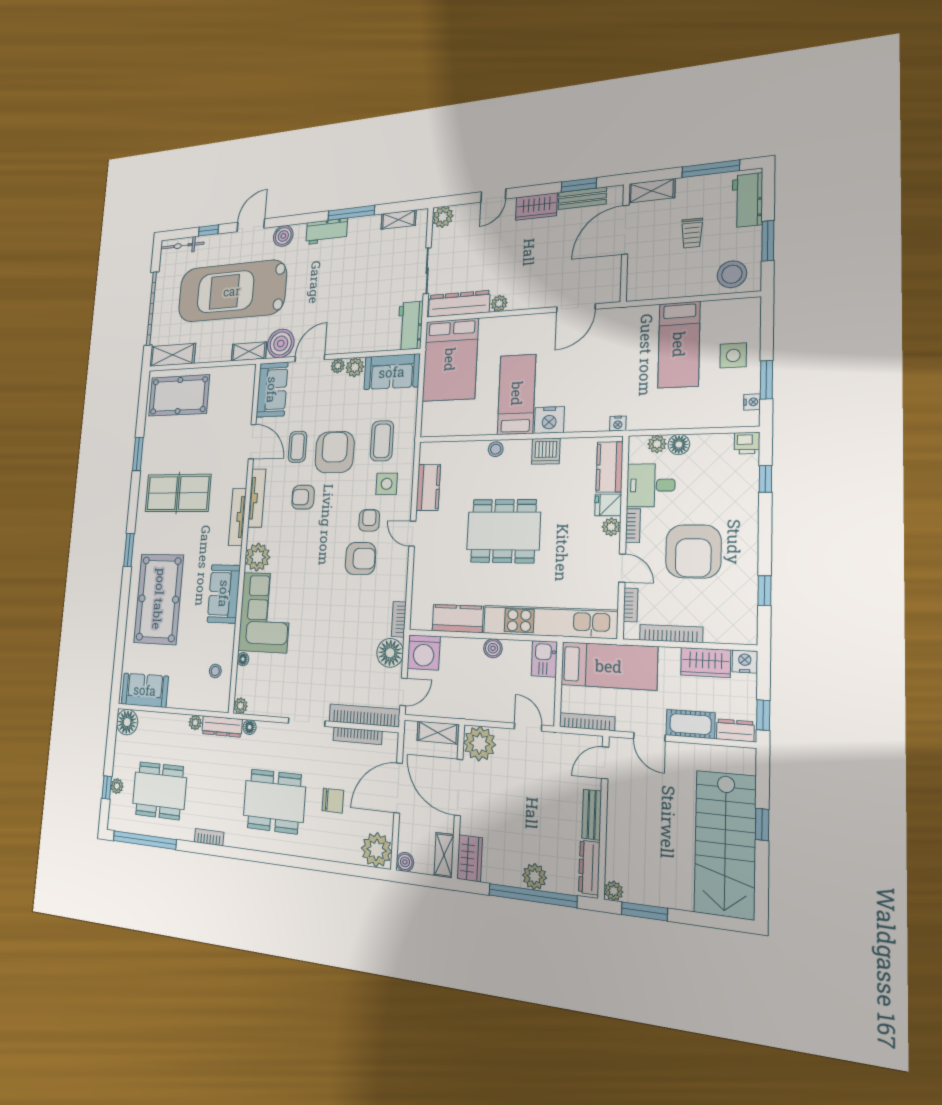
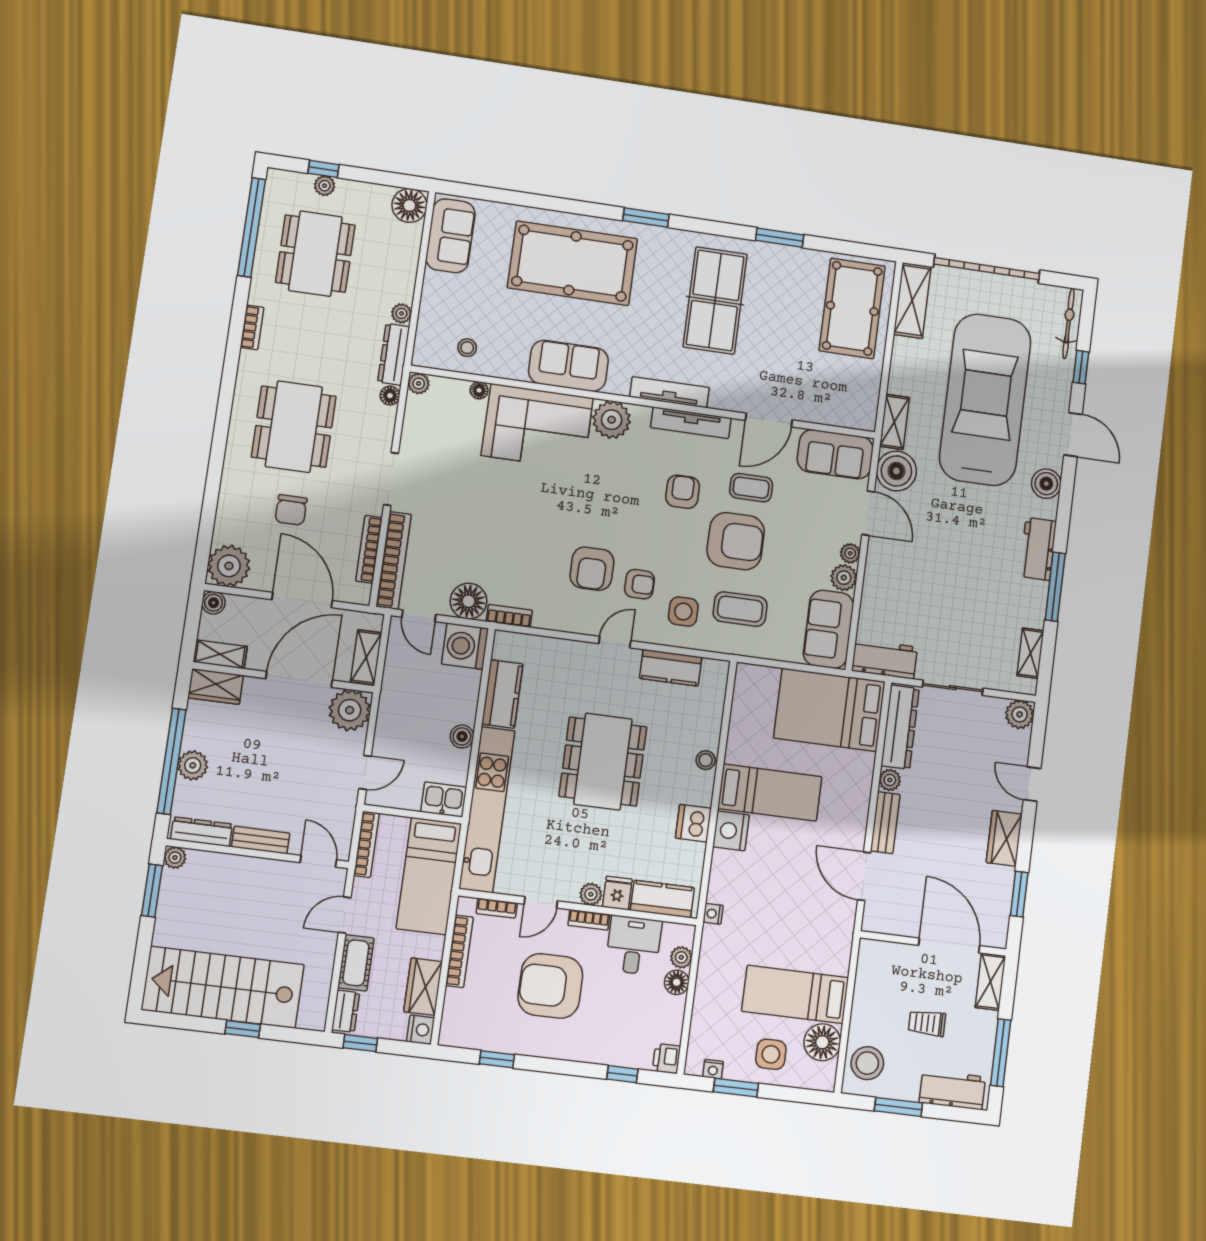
bench: (582, 198) -> (885, 823), moved
floor lamp: (718, 315) -> (822, 1042), added

